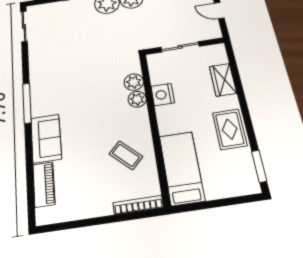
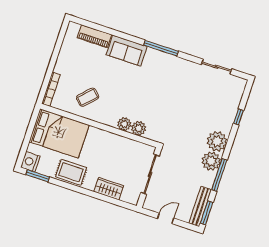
sliding door: (24, 26) -> (217, 67), moved
sliding door: (180, 47) -> (150, 174), width x1.37
nightstand: (163, 95) -> (30, 162), moved, turned -90
bed: (182, 168) -> (59, 133), width x1.50

